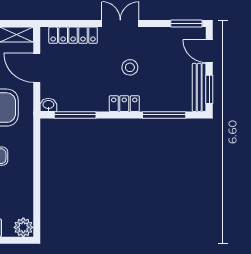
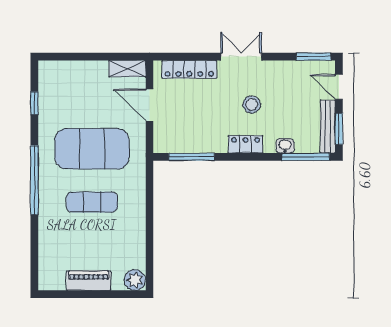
washbasin: (48, 105) -> (285, 146), moved
window: (164, 115) -> (306, 157), moved

